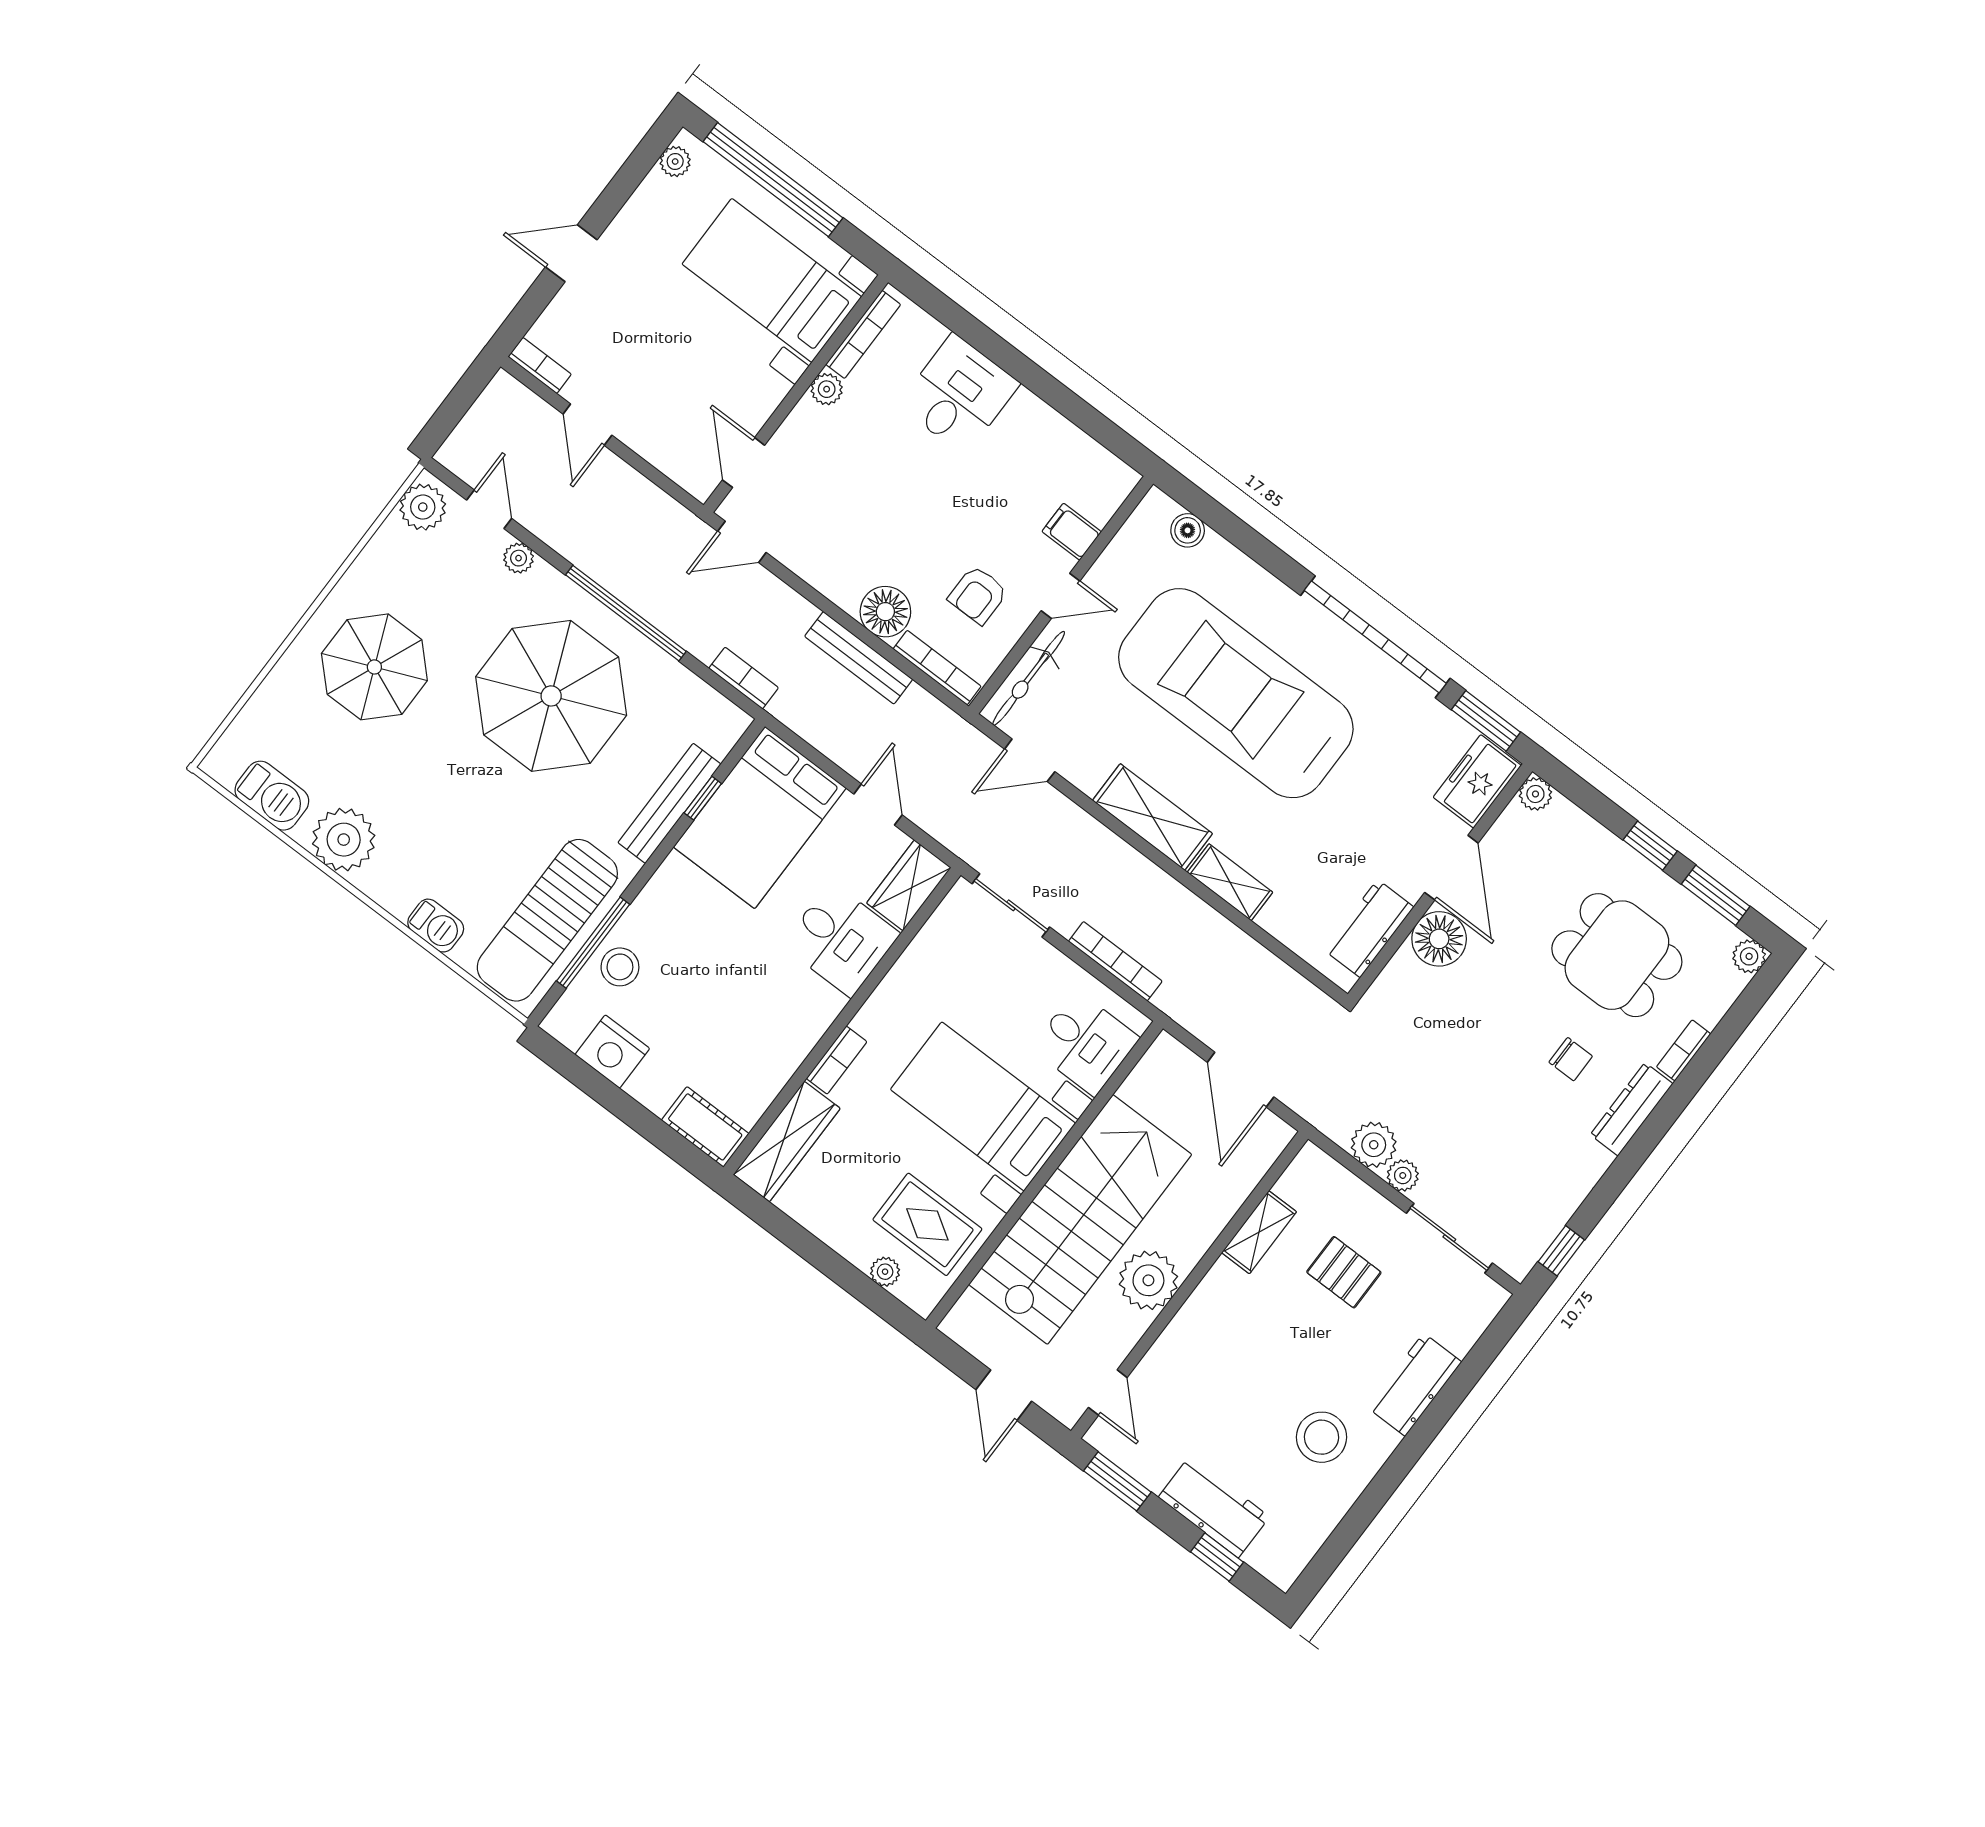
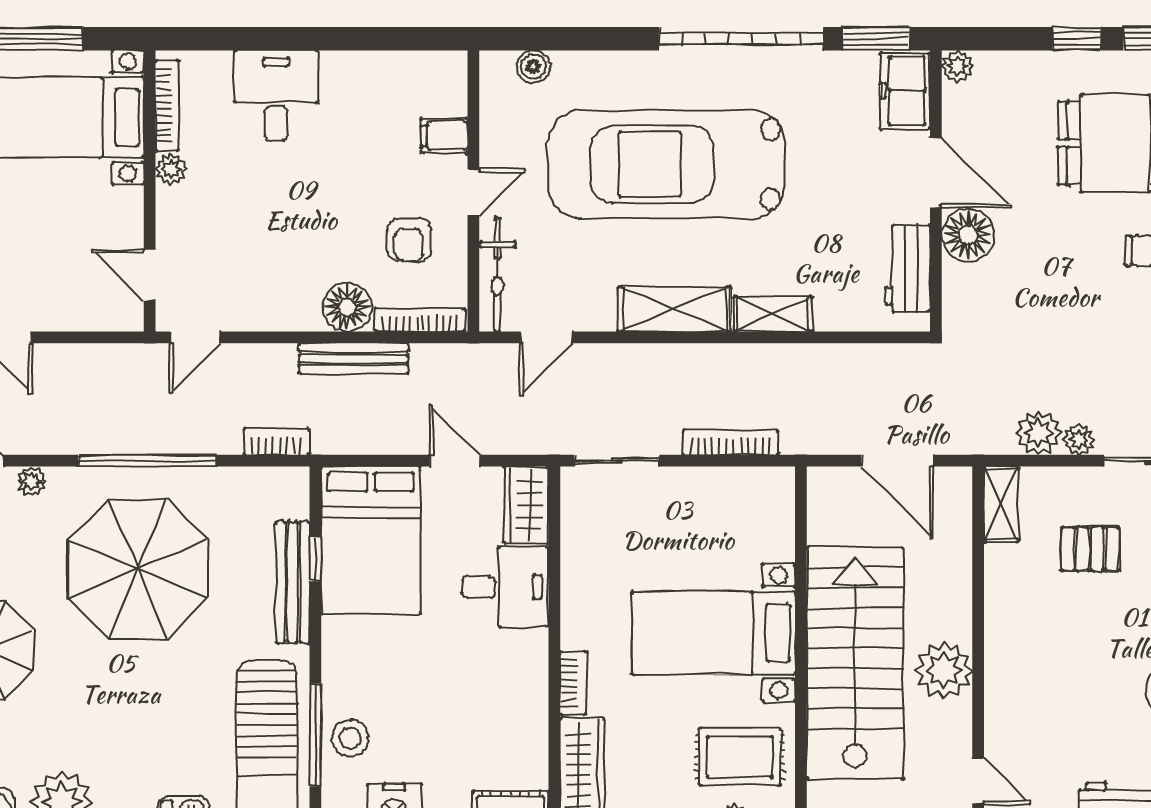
desk: (1085, 1043) -> (755, 524), removed
shelving: (1259, 1232) -> (1001, 504), moved

